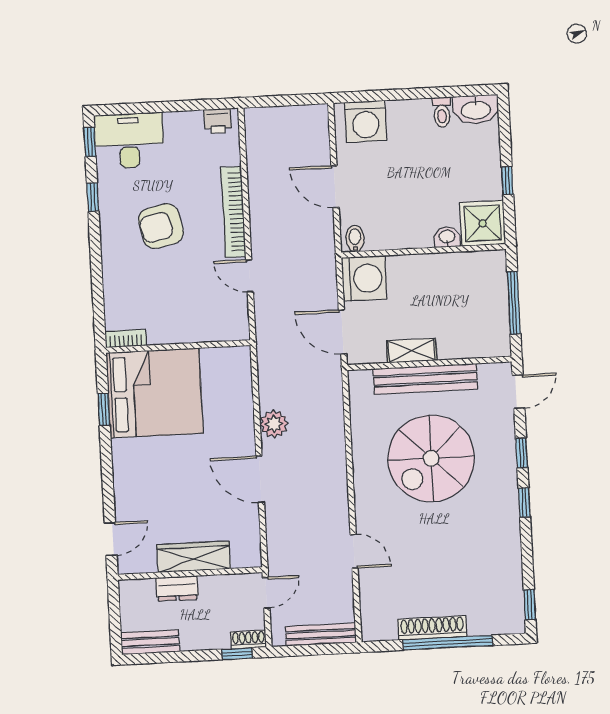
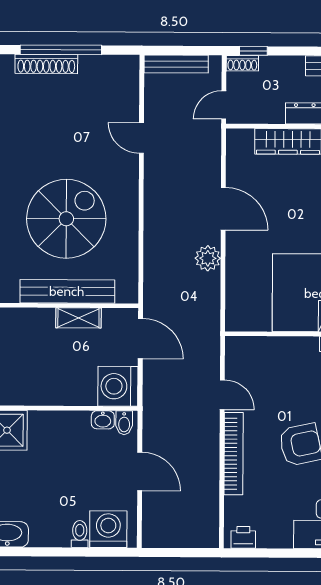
toilet: (442, 112) -> (80, 534), moved
washbasin: (447, 237) -> (103, 420), moved
shoe rack: (432, 628) -> (46, 64), moved

